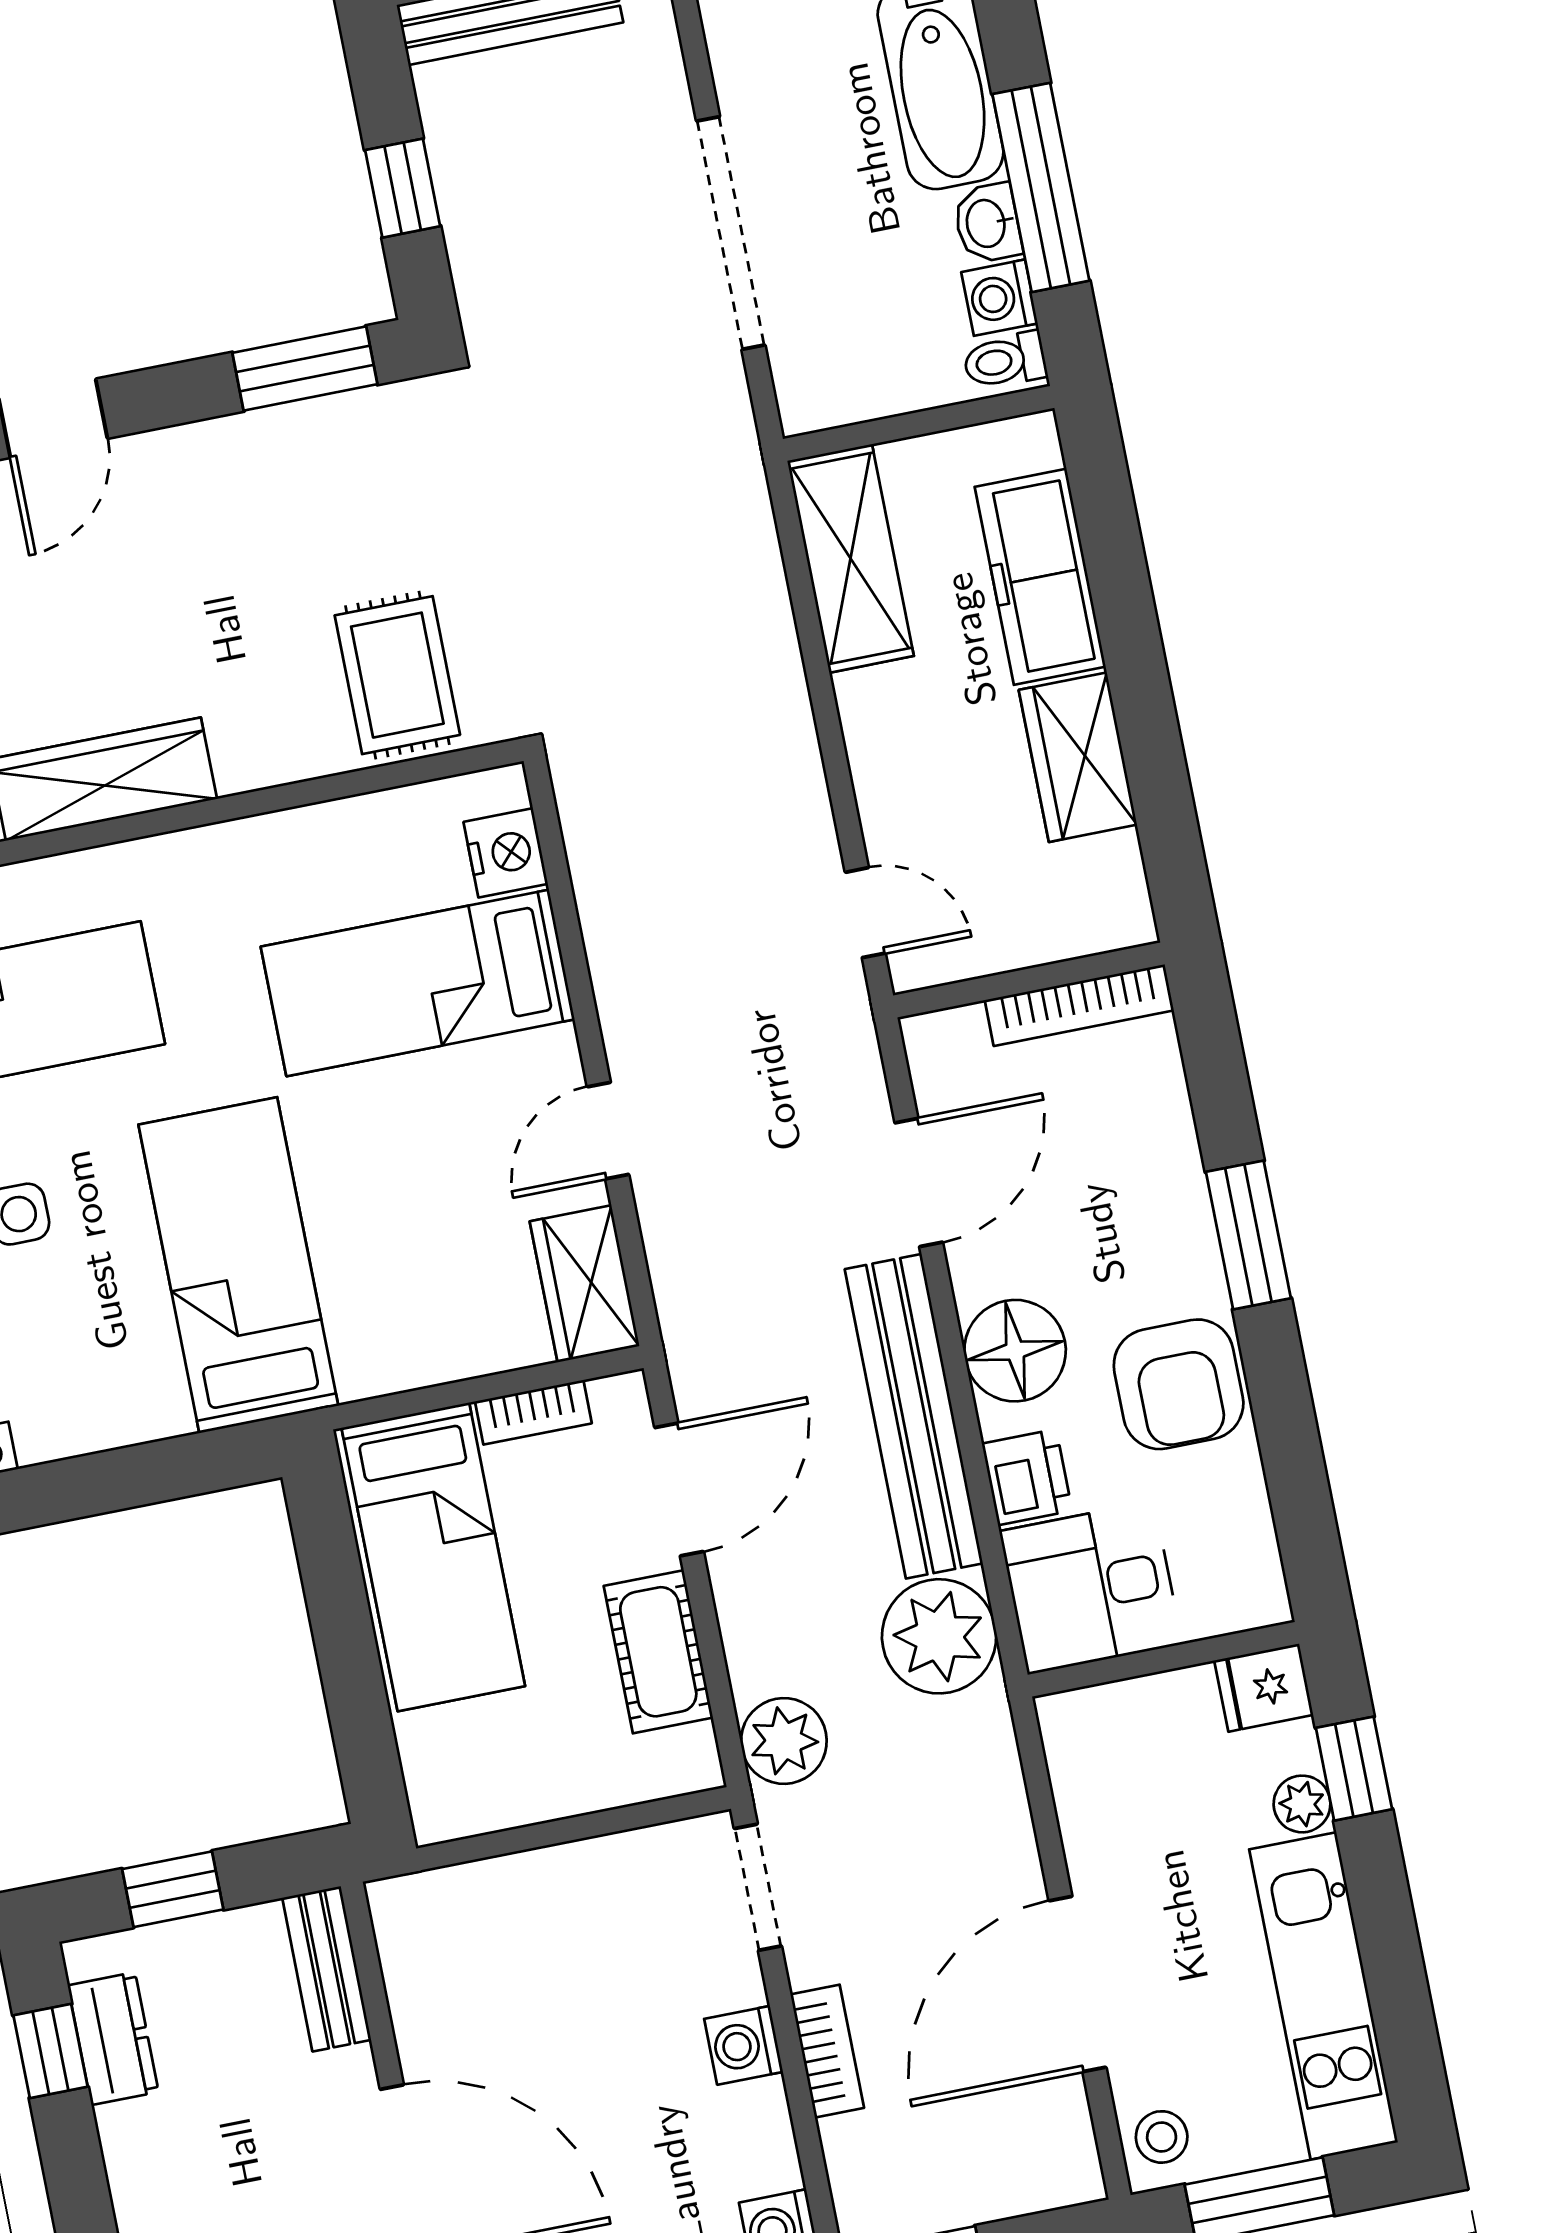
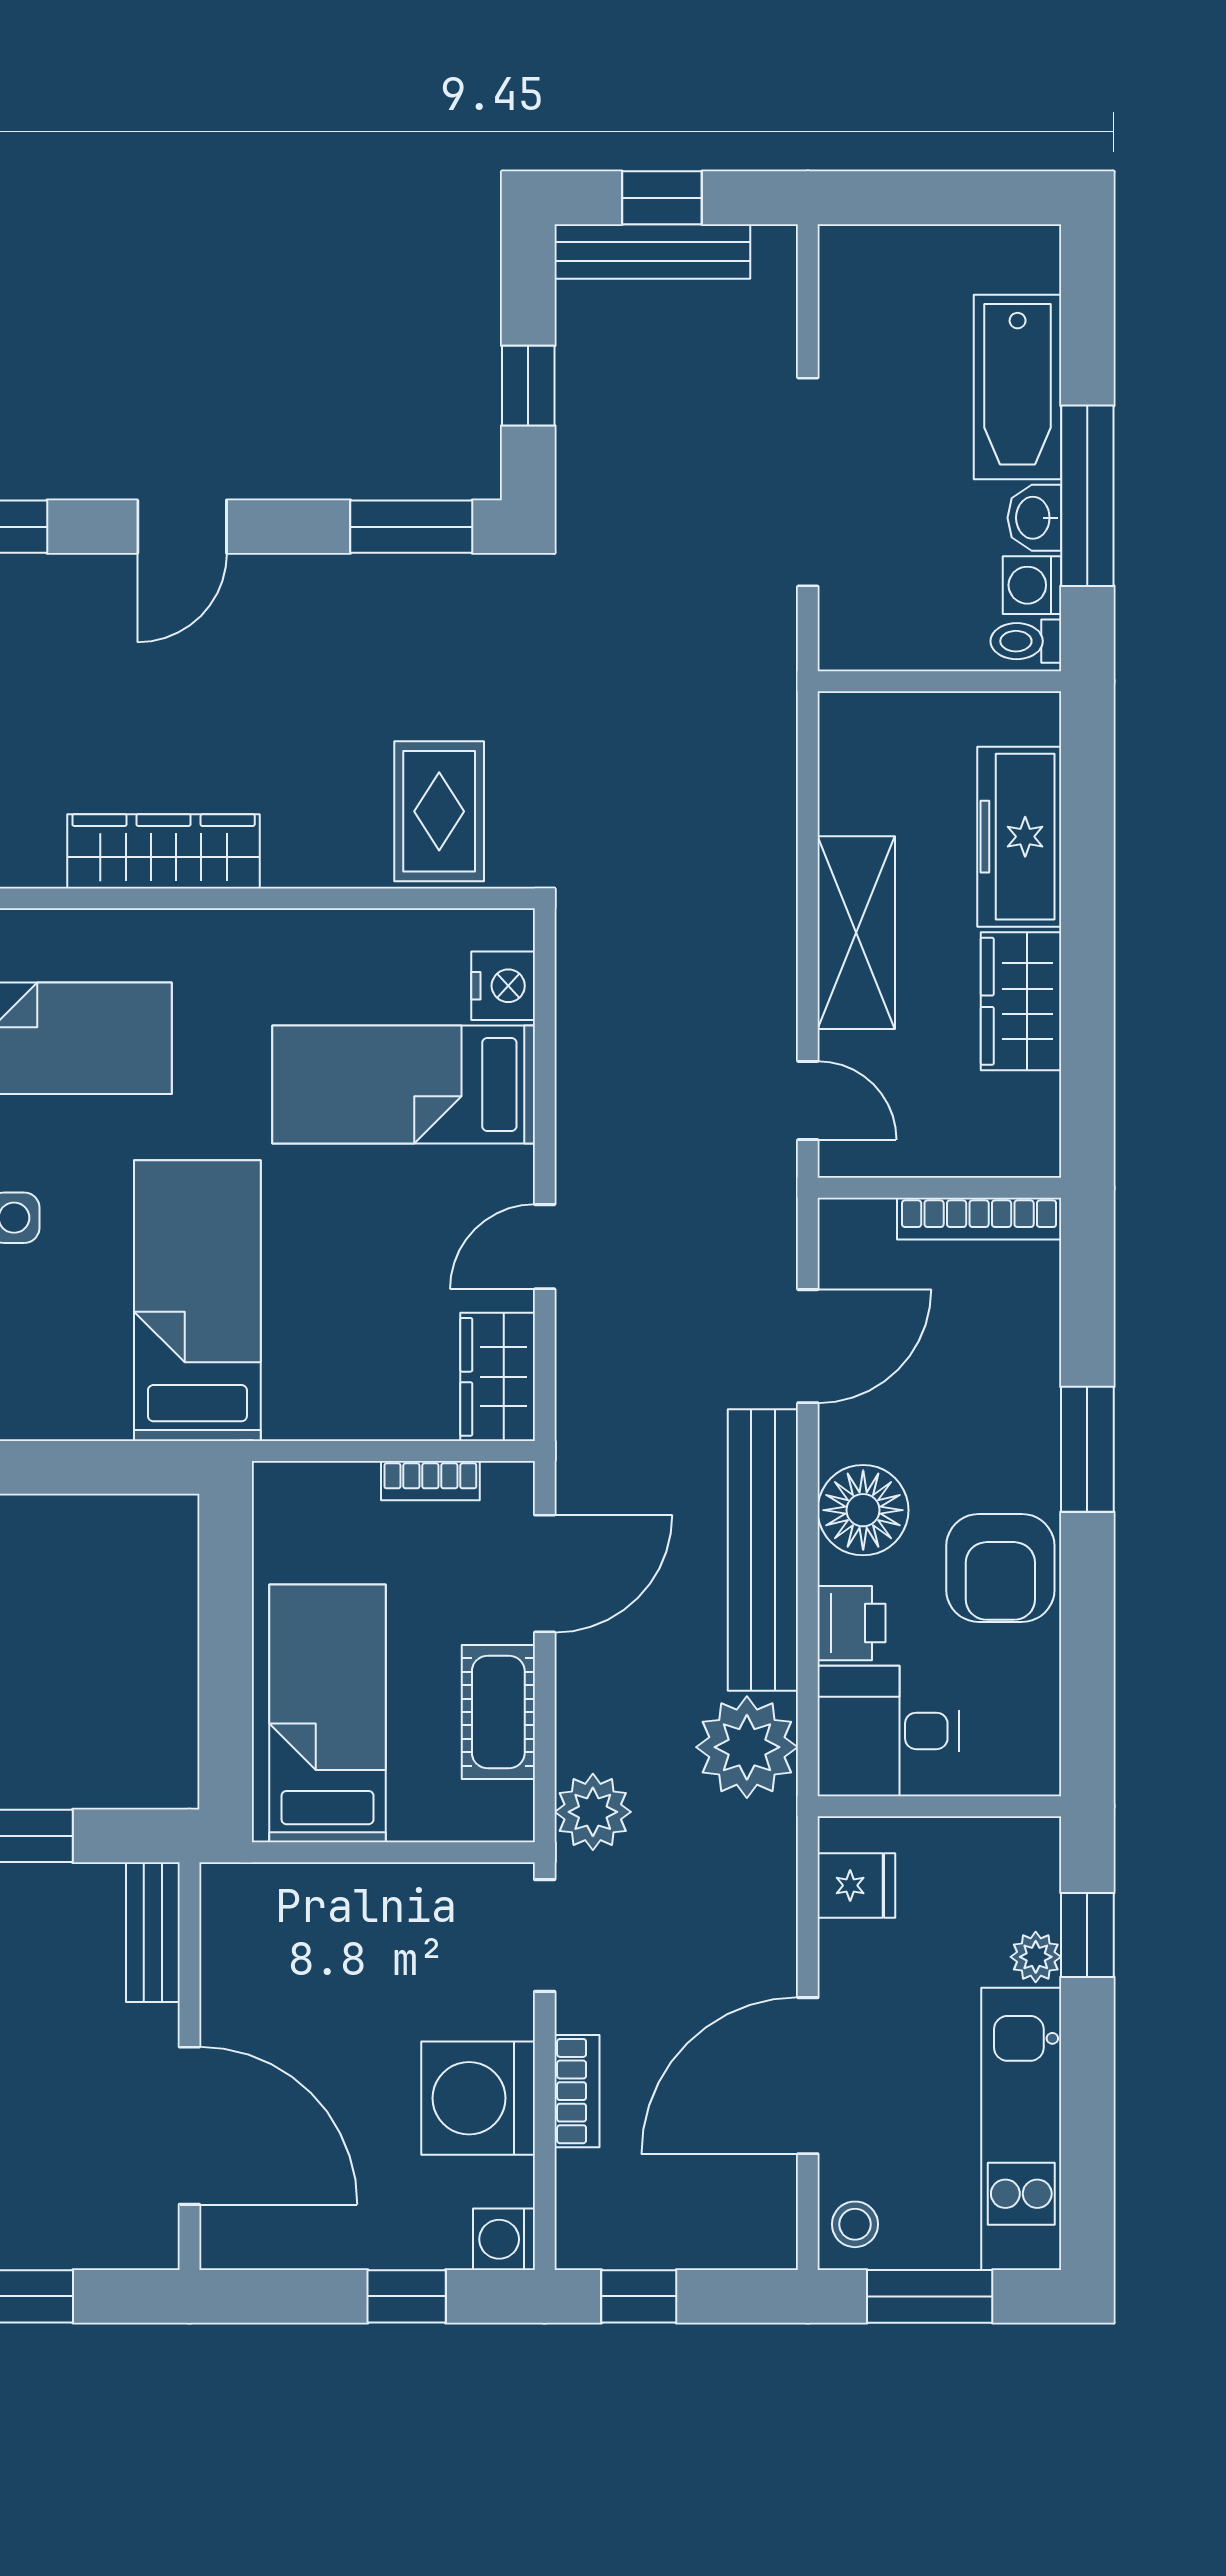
shelving: (850, 558) -> (856, 933), moved
bed: (433, 1557) -> (328, 1713), moved, turned 180
fridge: (1264, 1688) -> (856, 1885), moved, turned 180
washing machine: (744, 2045) -> (478, 2098), width x1.89, depth x1.89

